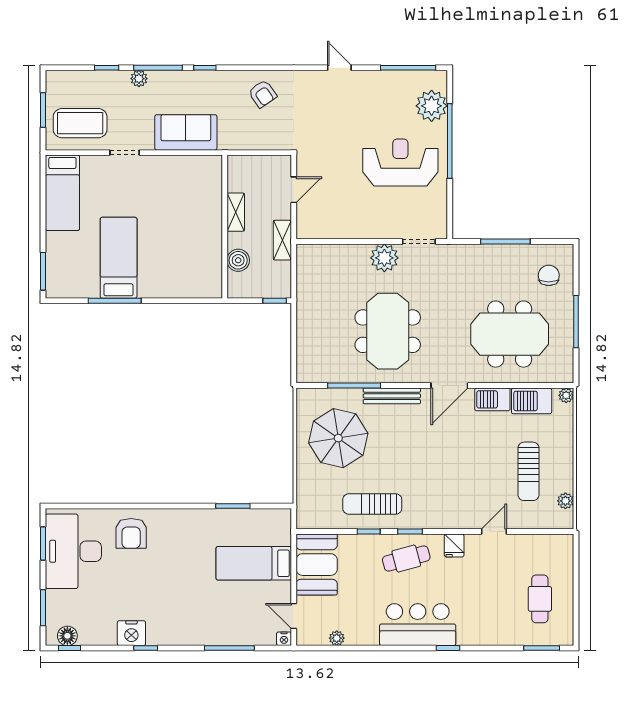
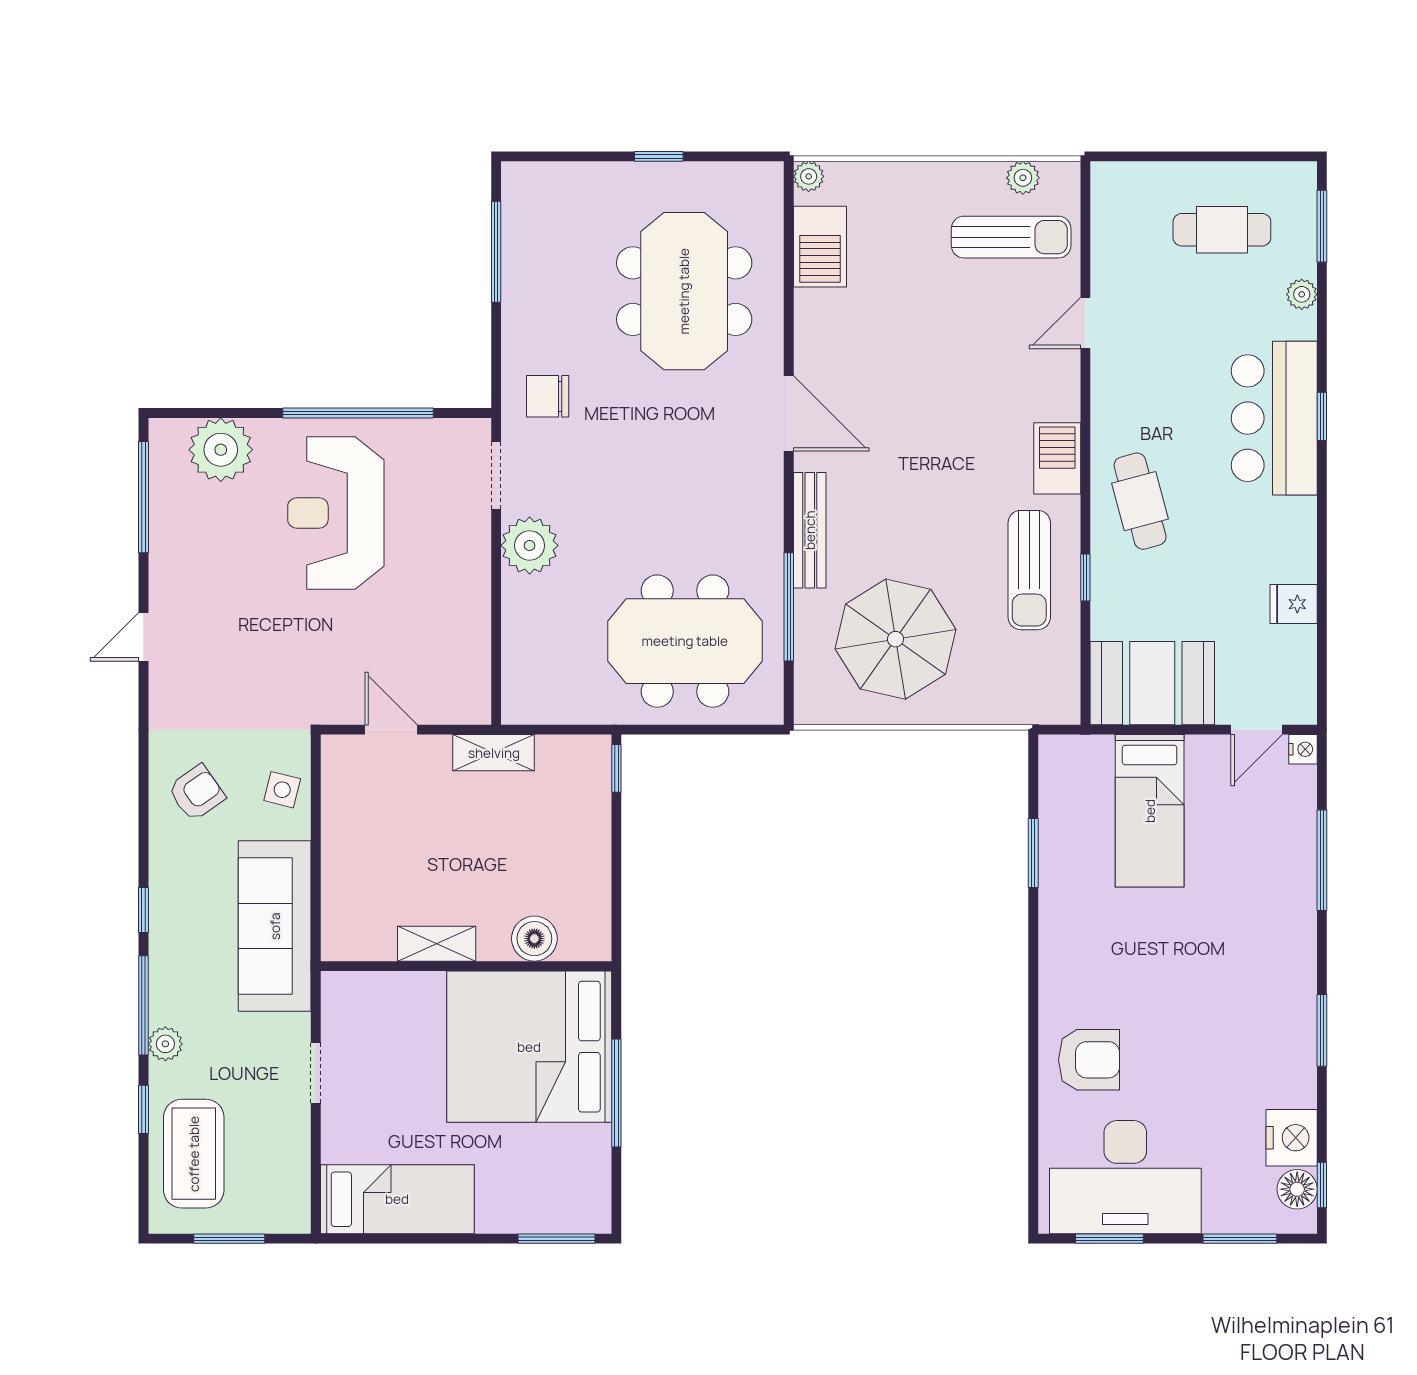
coffee table: (80, 123) -> (194, 1154), moved
sofa: (186, 132) -> (275, 926), width x1.36
side table: (264, 136) -> (282, 790), added
window: (450, 141) -> (358, 413), moved
shelving: (236, 212) -> (437, 944), moved
wall: (225, 227) -> (466, 966), moved
window: (505, 241) -> (496, 252), moved
bed: (119, 258) -> (529, 1047), width x2.04
boiler: (238, 260) -> (534, 939), moved
chair: (549, 275) -> (548, 396), moved
window: (576, 322) -> (659, 156), width x0.46
meeting table: (388, 331) -> (685, 641), moved
barbecue: (492, 399) -> (1057, 458), moved, turned 180
sun lounger: (528, 471) -> (1011, 237), moved
window: (410, 532) -> (1085, 494), removed
door: (494, 532) -> (1085, 323), hinge flipped
fridge: (454, 546) -> (1294, 604), moved, turned 180
bar counter: (418, 625) -> (1274, 418), moved
nightstand: (131, 633) -> (1292, 1138), moved
plant: (337, 638) -> (1302, 294), moved
window: (146, 648) -> (1322, 1030), width x1.50

